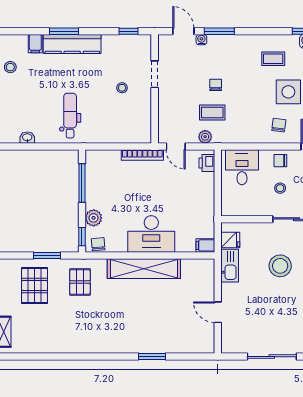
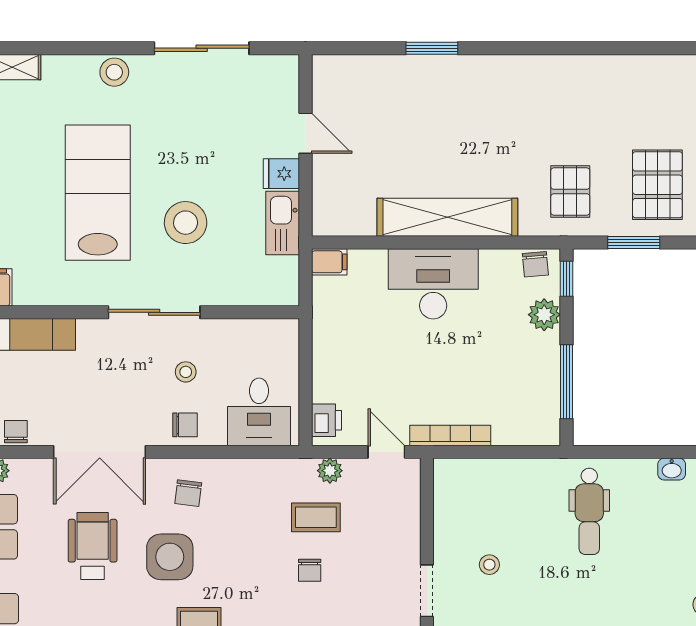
fridge: (230, 240) -> (281, 174), moved

